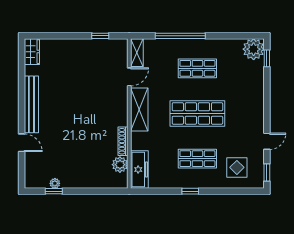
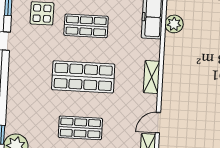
shelving: (139, 110) -> (152, 77), width x0.67, depth x0.75
shoe rack: (123, 141) -> (169, 50), removed

